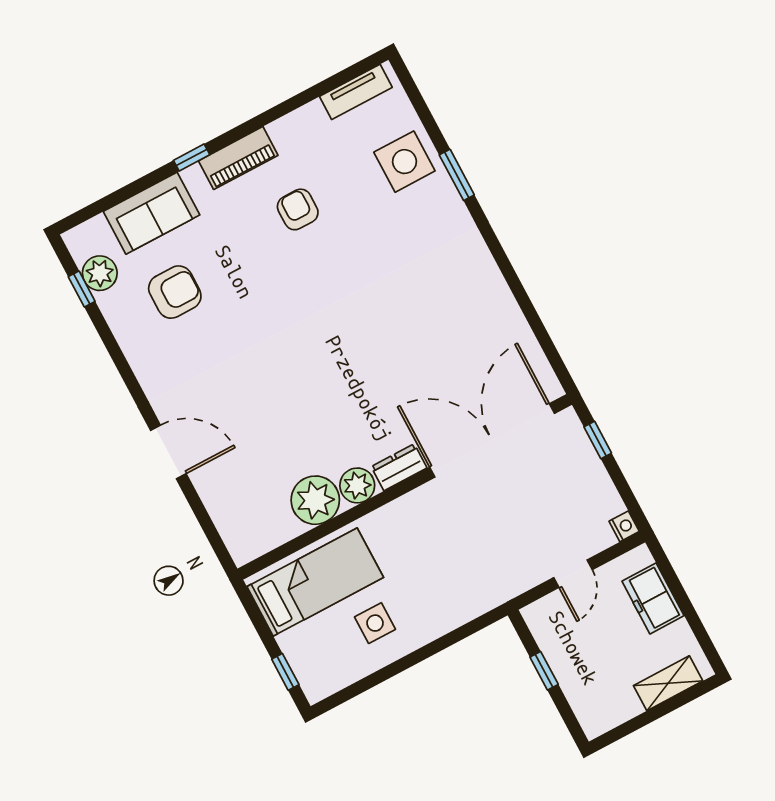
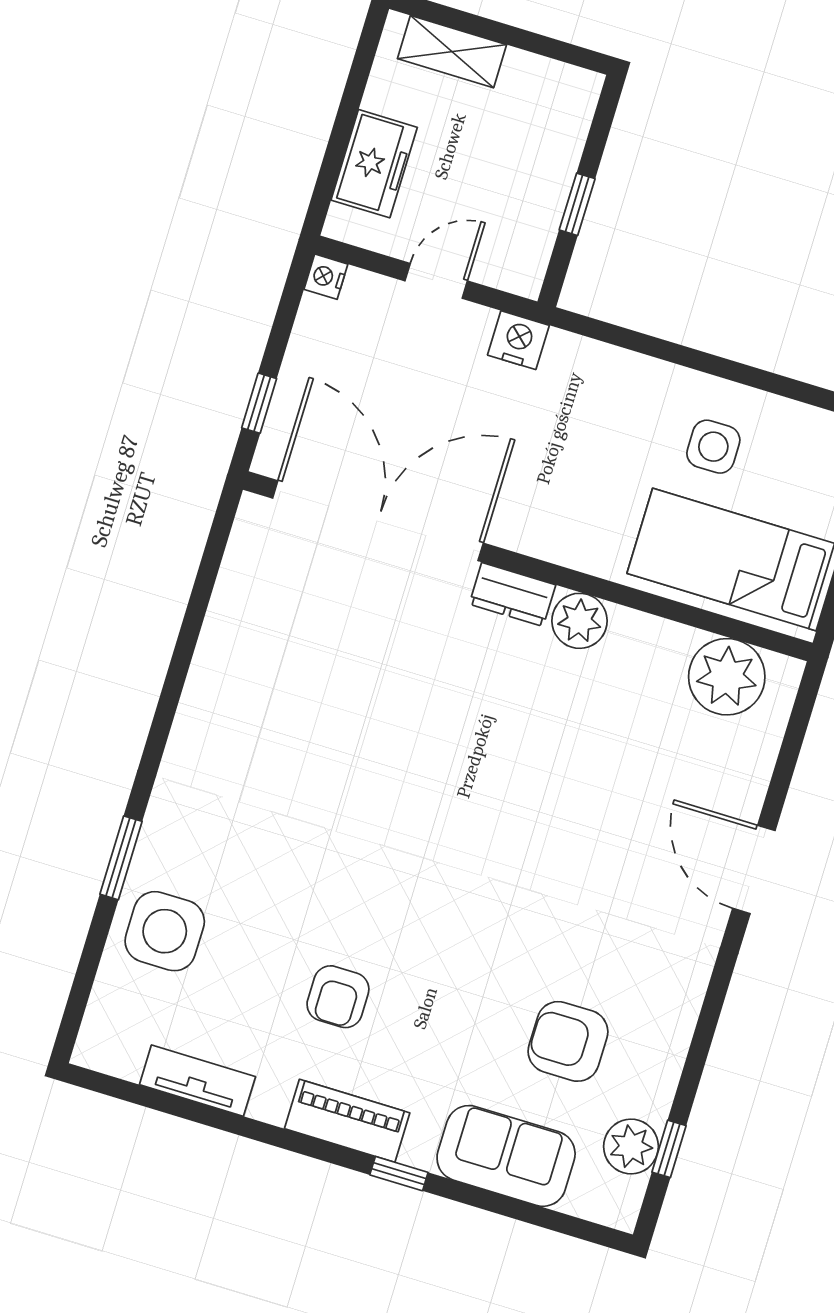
tv unit: (356, 92) -> (197, 1081), moved
double door: (492, 440) -> (378, 521), swing flipped
plant: (315, 500) -> (727, 677), moved
nightstand: (510, 584) -> (518, 340), added

